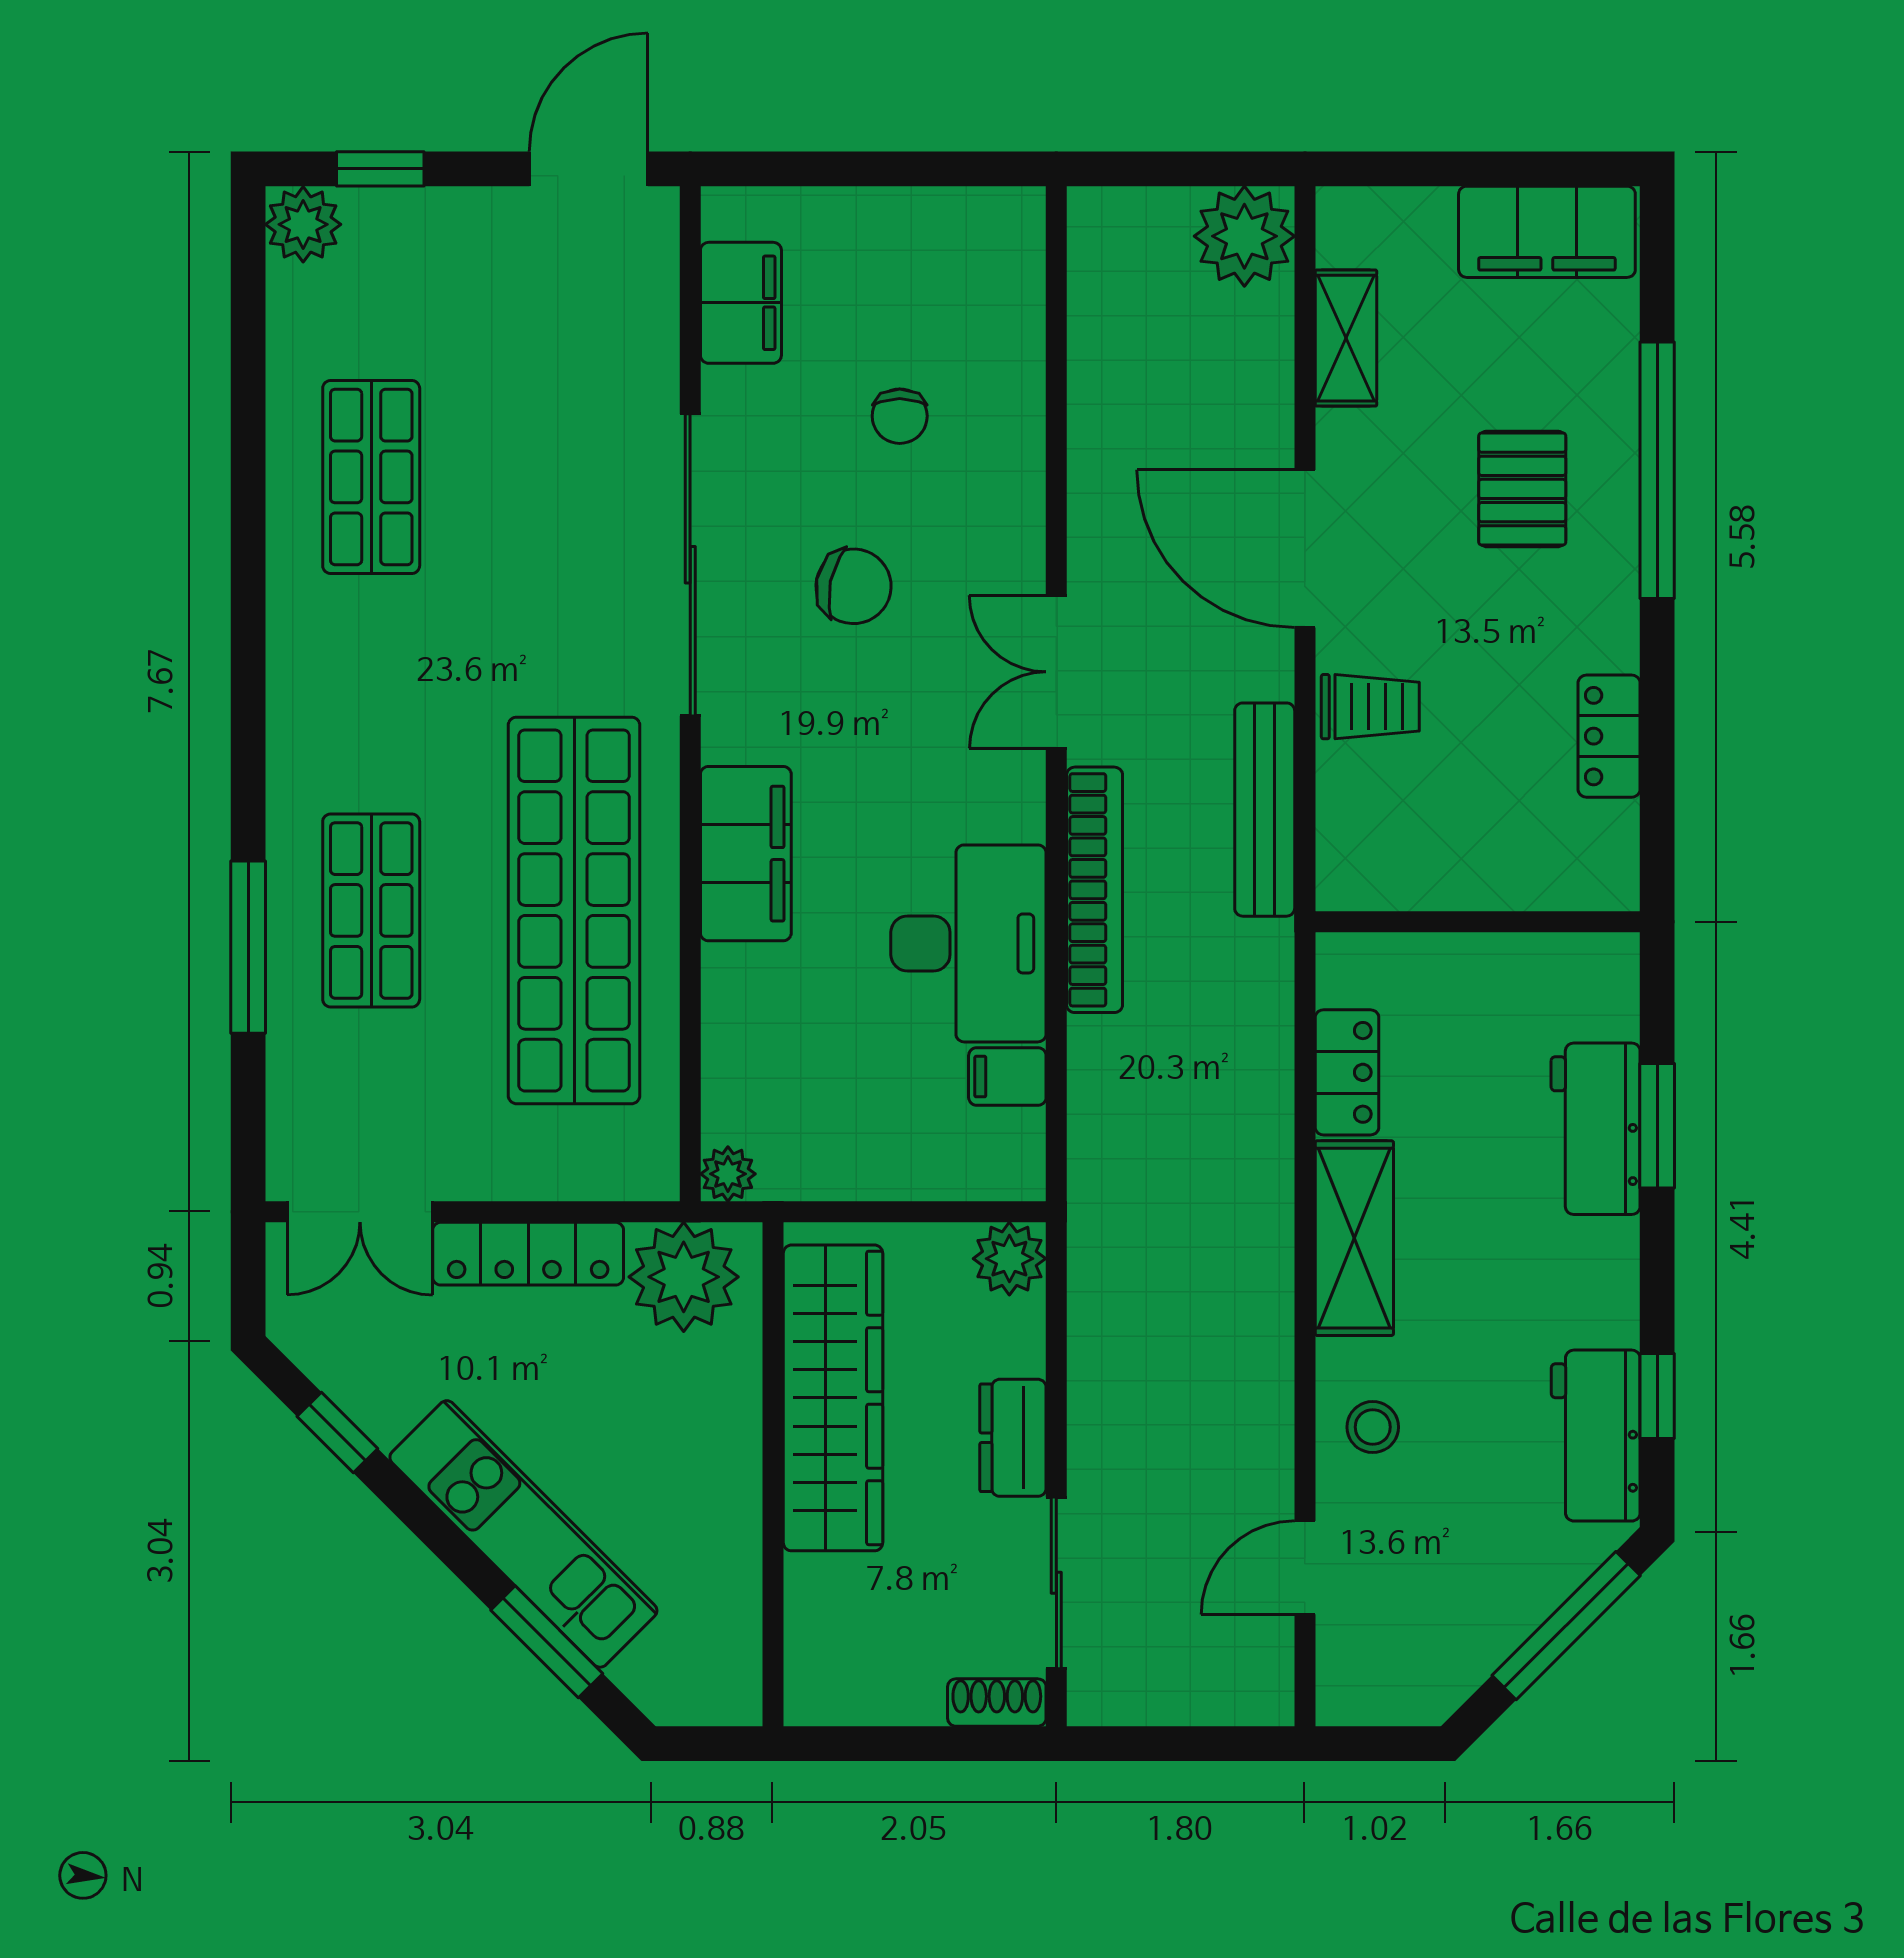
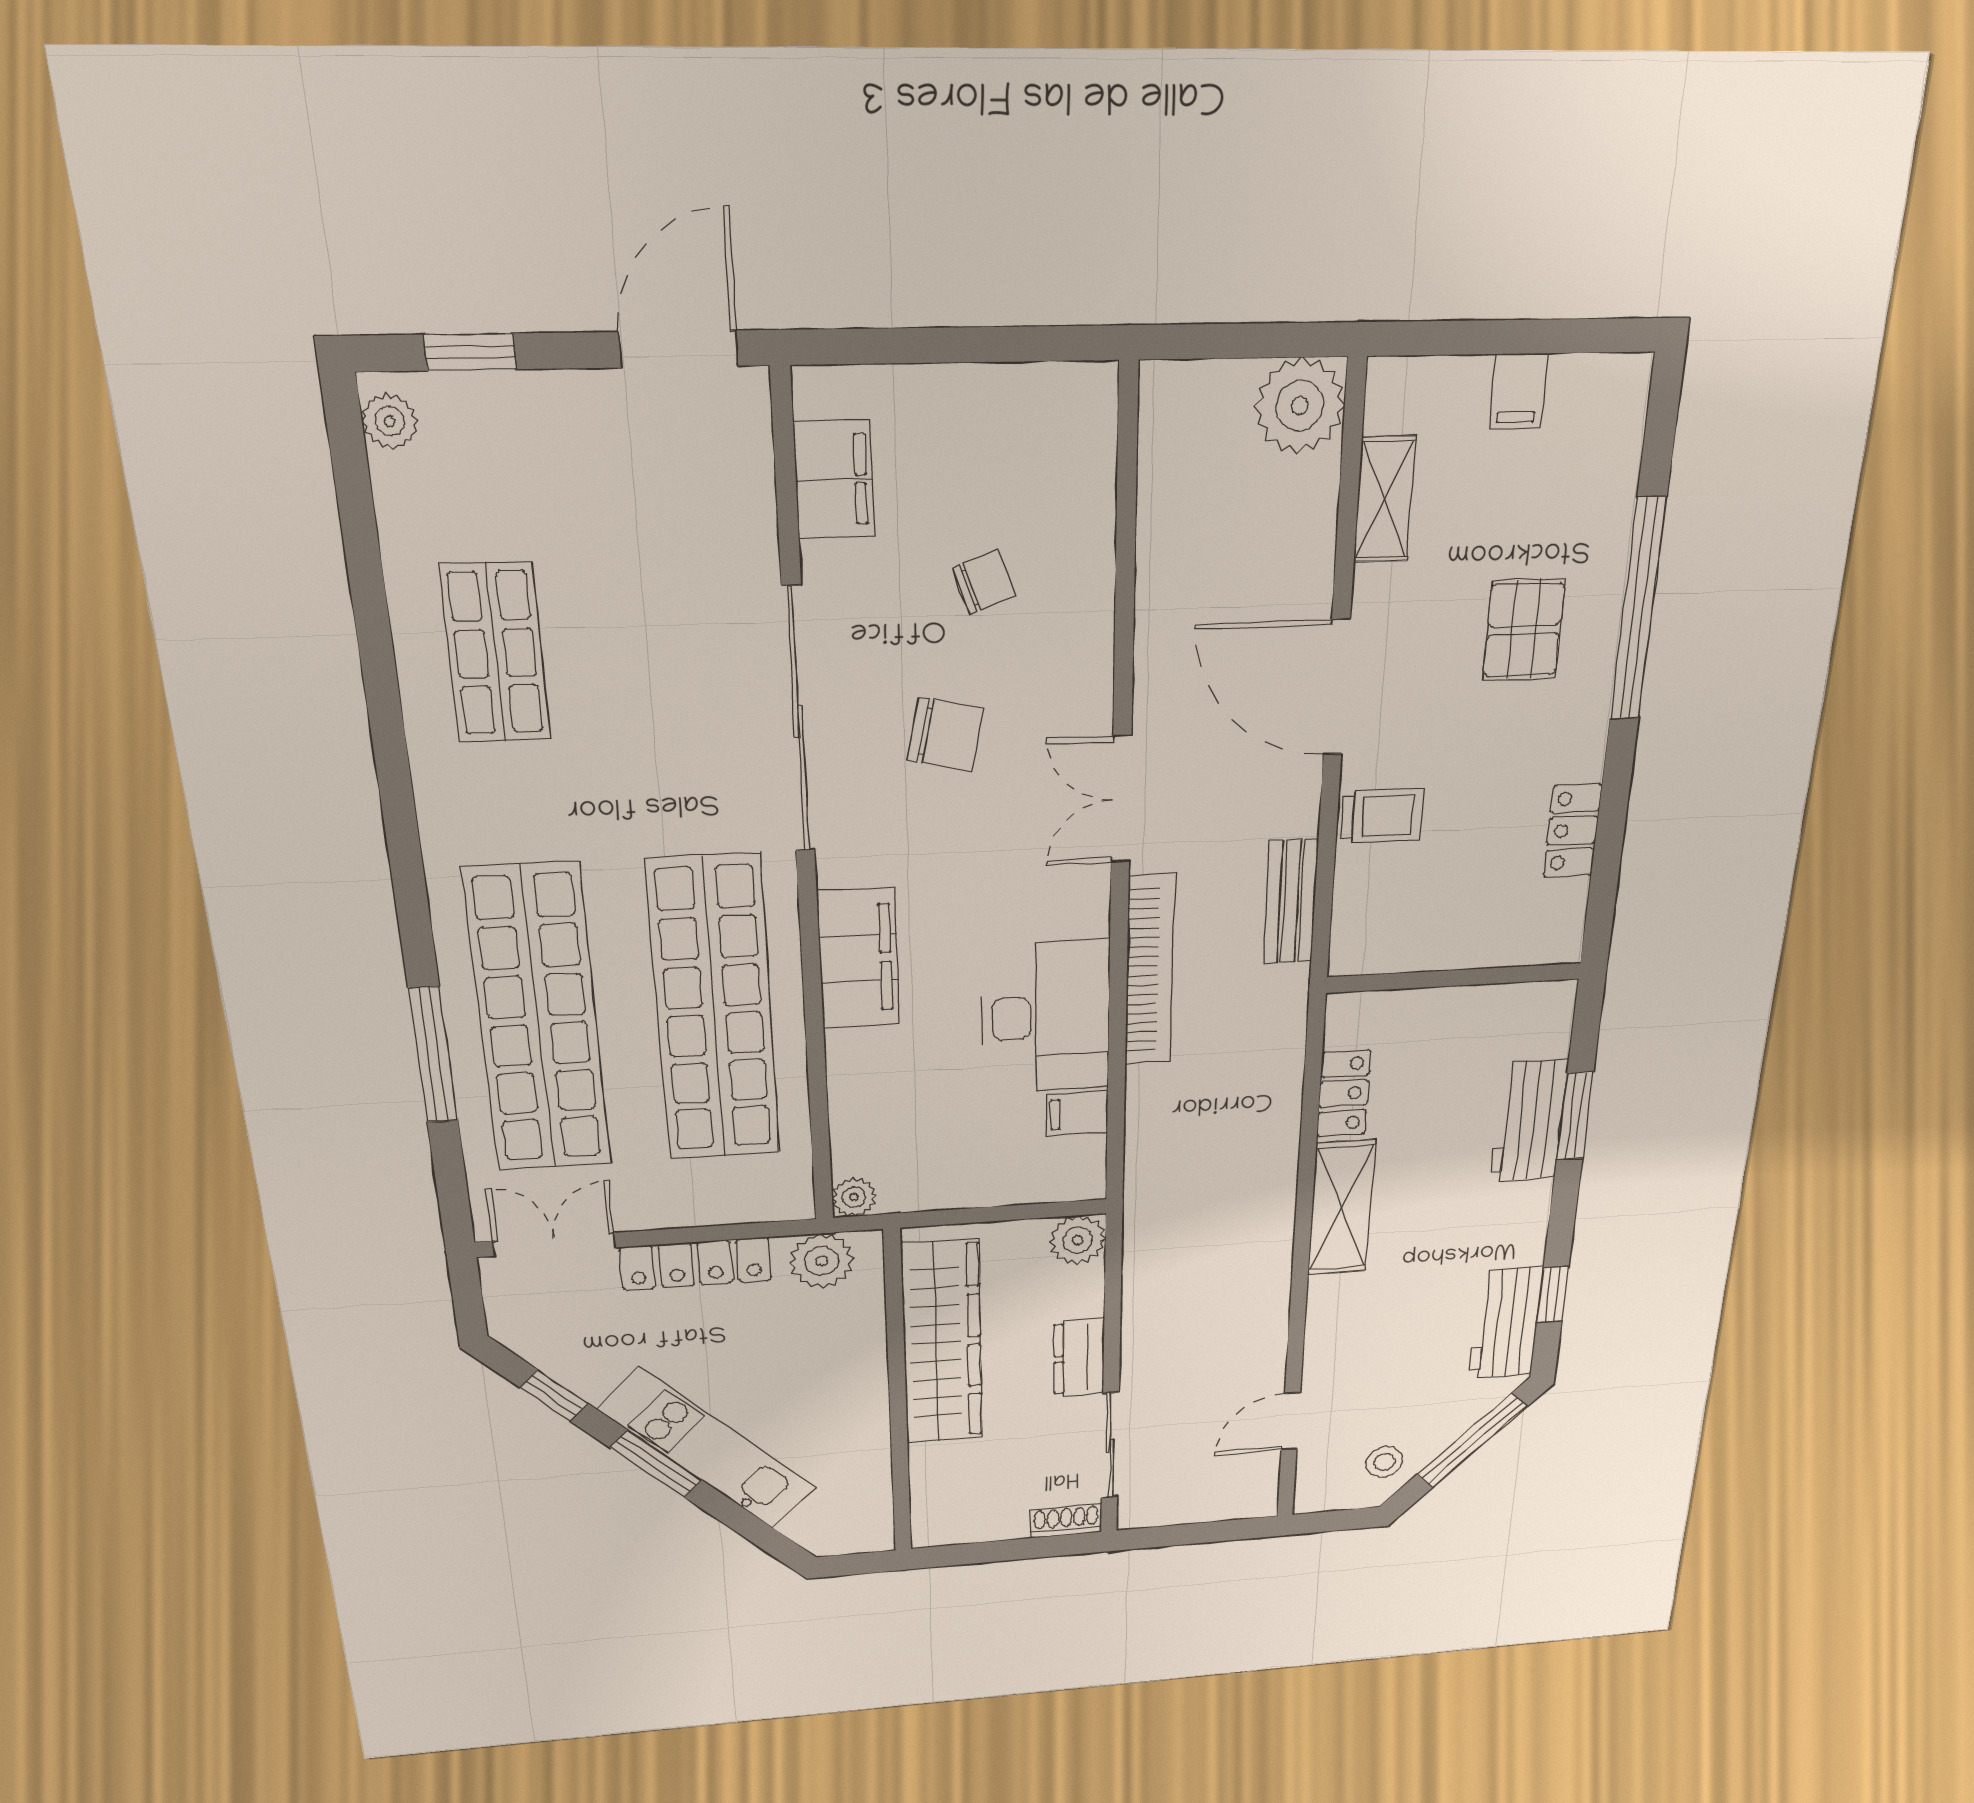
plant: (303, 224) -> (390, 421), width x0.73, depth x0.73
filing cabinet: (1547, 232) -> (1518, 391), width x0.33, depth x0.86
chair: (900, 416) -> (984, 582), turned -111
bench: (1265, 810) -> (1291, 902), width x0.73
shop shelf: (371, 910) -> (538, 1020), width x2.00, depth x1.36
double door: (360, 1212) -> (554, 1244), swing flipped
plant: (684, 1277) -> (821, 1261), width x0.73, depth x0.73
stool: (1373, 1427) -> (1384, 1462), moved
window: (547, 1642) -> (656, 1464), moved

